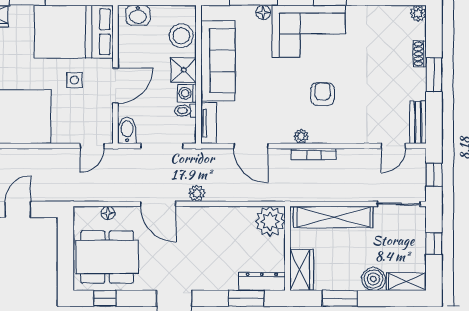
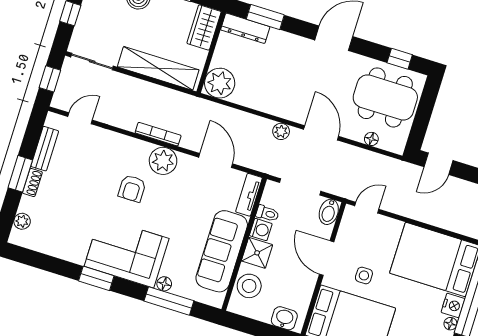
plant: (418, 13) -> (22, 221), moved
shoe rack: (420, 54) -> (32, 182), moved
door: (115, 86) -> (327, 258), hinge flipped
bench: (418, 122) -> (45, 149), moved
plant: (301, 136) -> (163, 161), width x1.88, depth x1.88
door: (18, 209) -> (439, 164), moved

